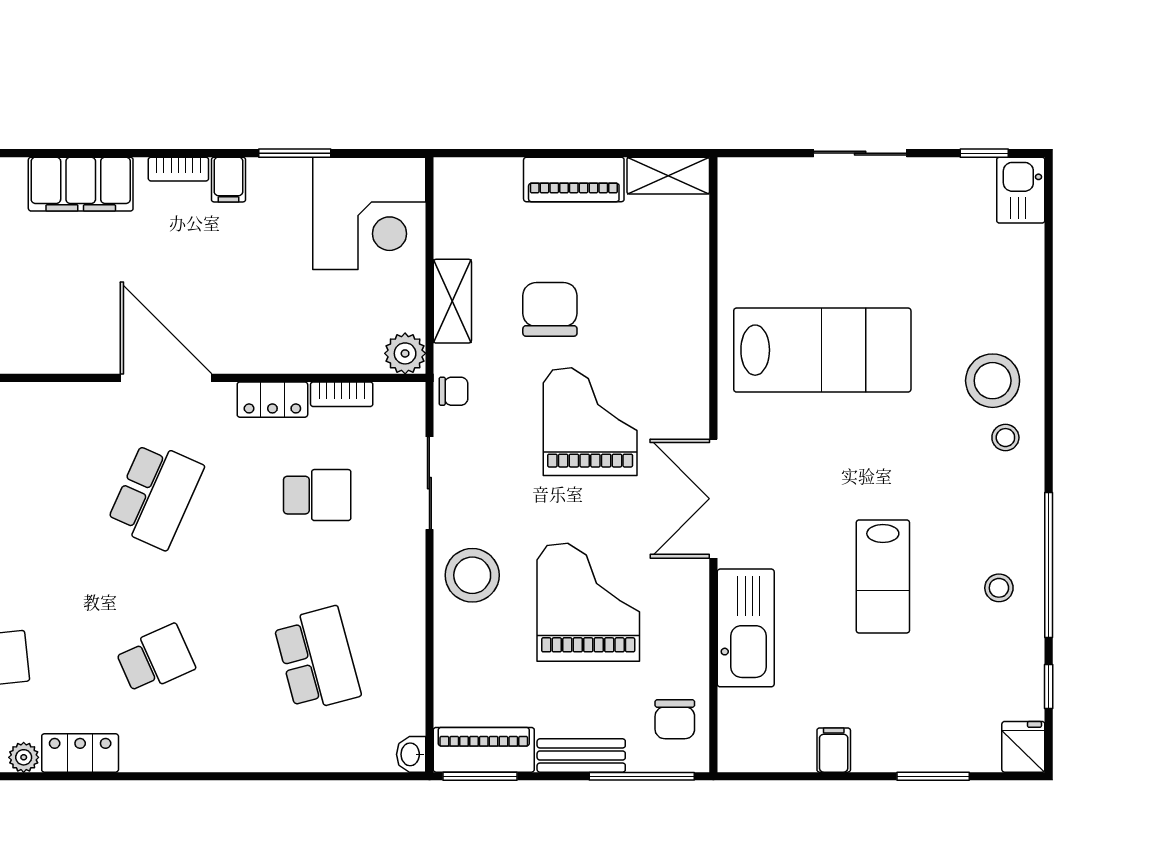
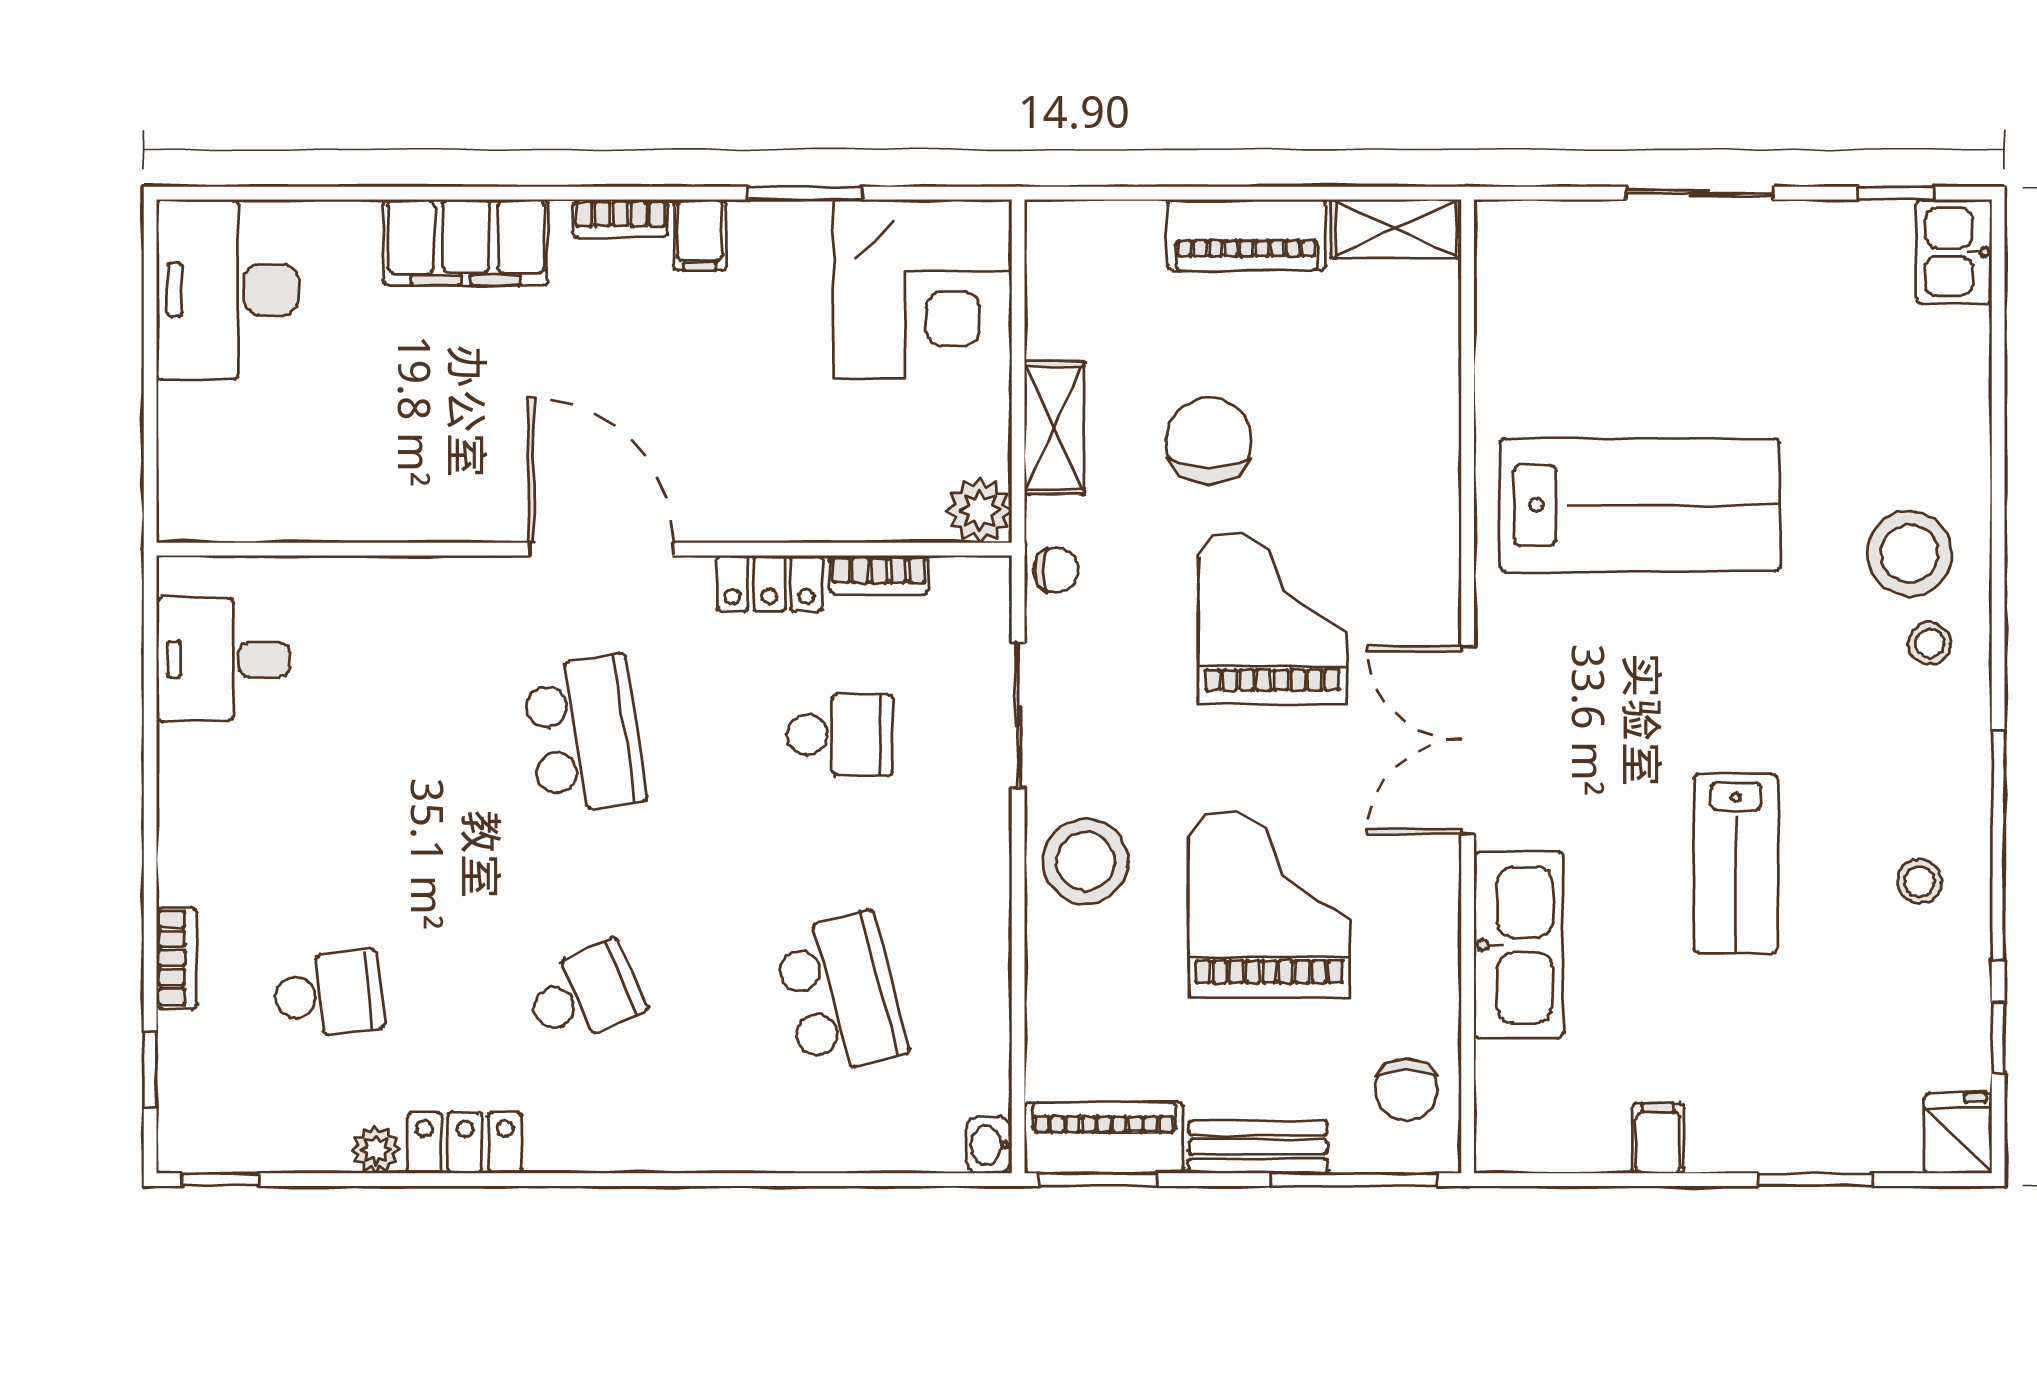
school desk: (155, 495) -> (584, 735), turned -33

